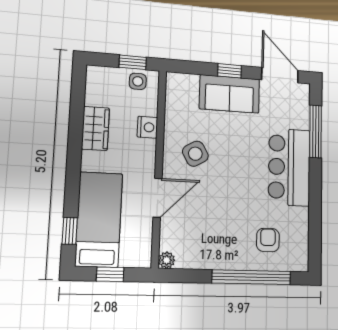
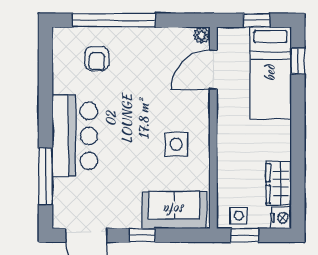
sofa: (230, 94) -> (174, 210), moved
nightstand: (147, 127) -> (281, 218), moved, turned 180
wardrobe: (95, 128) -> (279, 183), moved
side table: (195, 154) -> (176, 144), turned 30
door: (158, 198) -> (213, 70), moved

